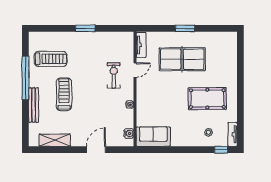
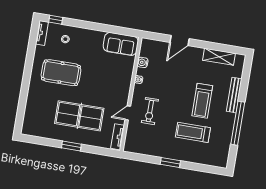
treadmill: (51, 59) -> (193, 132), moved
water cooler: (129, 133) -> (143, 62), moved

